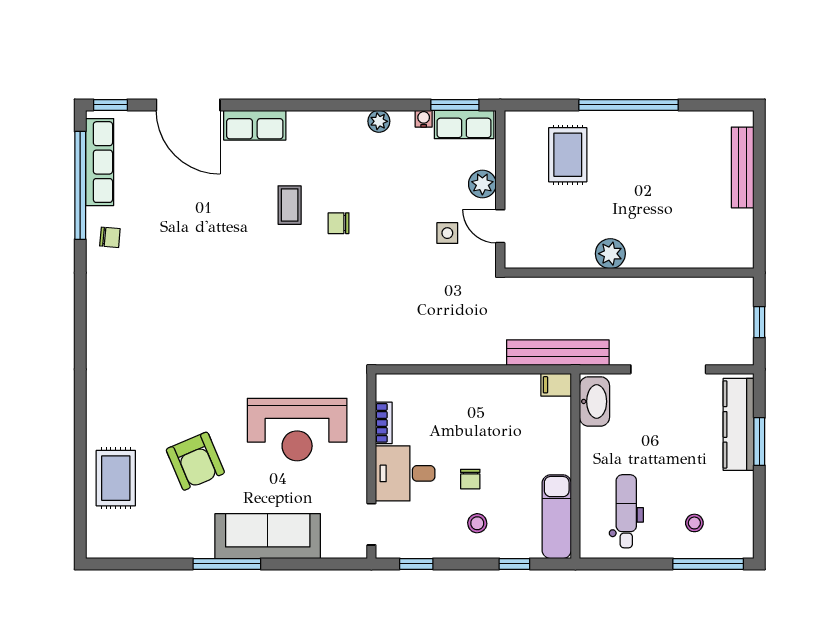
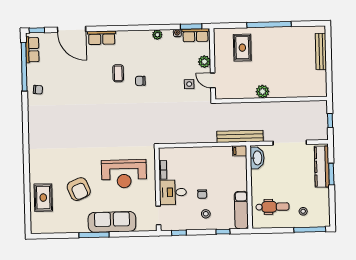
row of seats: (100, 162) -> (32, 50), width x0.68
dental chair: (626, 511) -> (272, 207), turned 90

